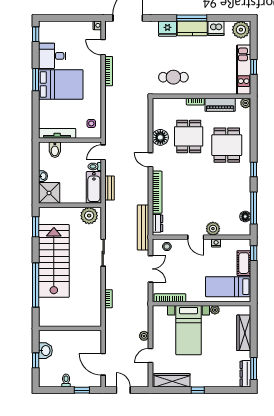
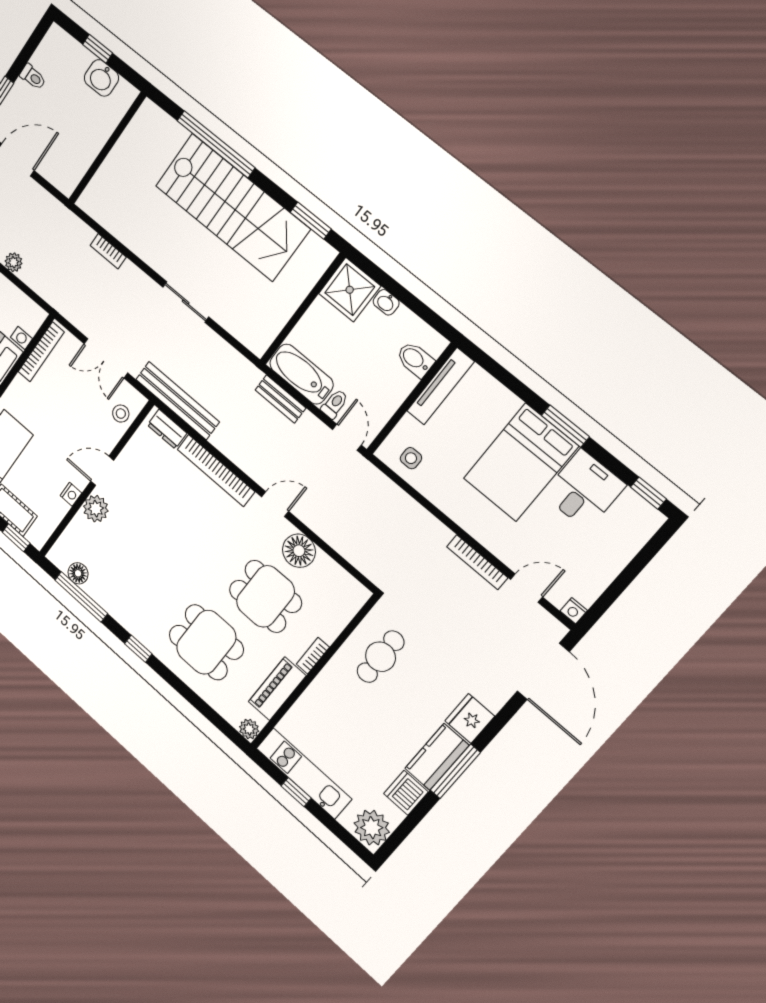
plant: (89, 216) -> (261, 328), removed

